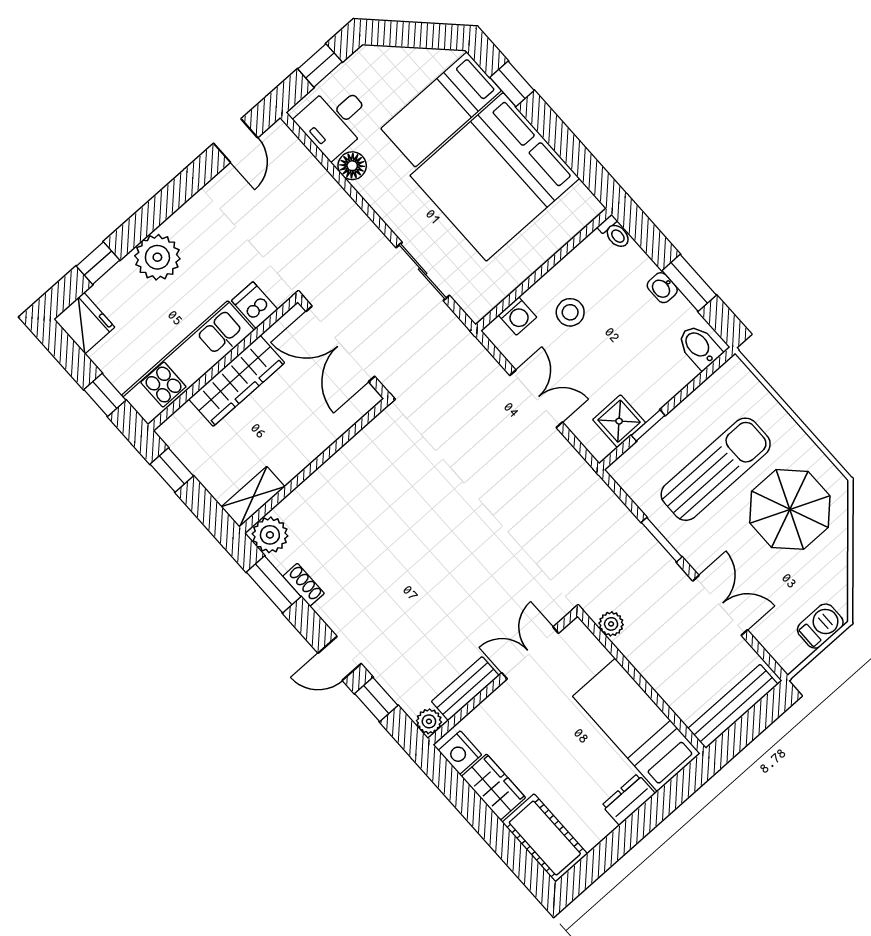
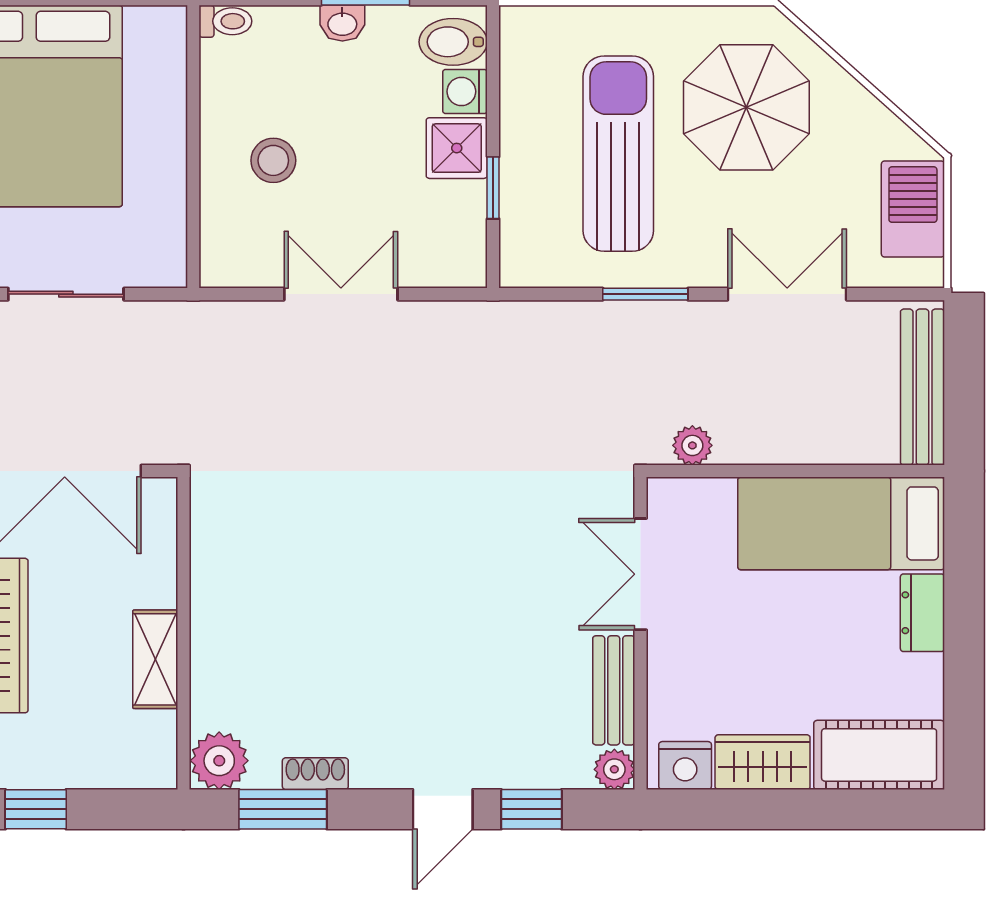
washing machine: (518, 316) -> (465, 91), moved, turned 180
shower: (619, 421) -> (457, 148), moved
shelving: (253, 497) -> (155, 659), moved
barbecue: (820, 626) -> (913, 209), width x1.38, depth x1.27

